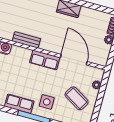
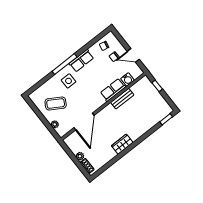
row of seats: (45, 60) -> (113, 90), moved
door: (74, 60) -> (84, 122), hinge flipped

